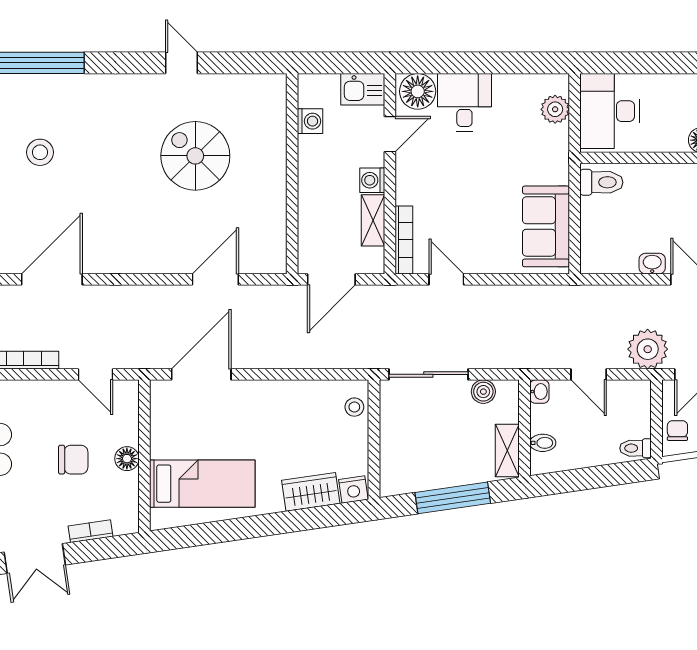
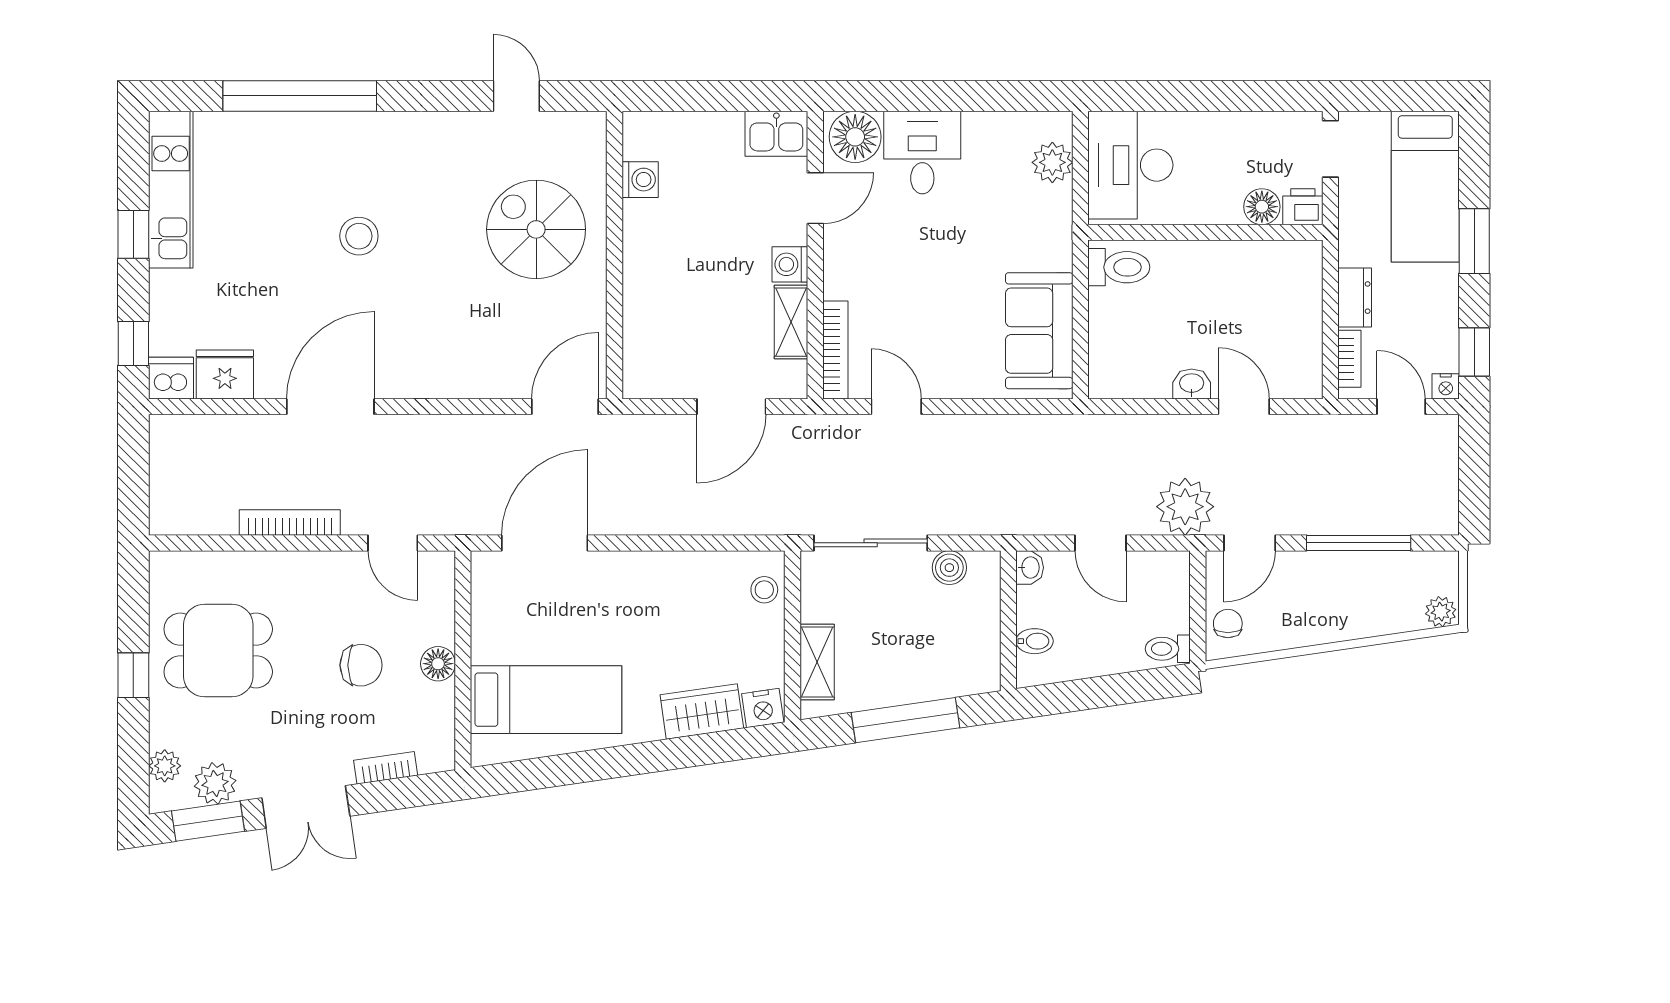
washing machine: (310, 121) -> (640, 180), moved
stool: (40, 152) -> (359, 236), moved
wall: (292, 174) -> (614, 255), moved
shelving: (507, 451) -> (817, 662), moved

